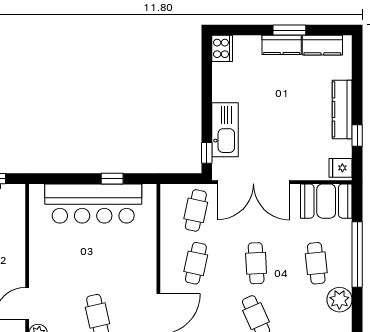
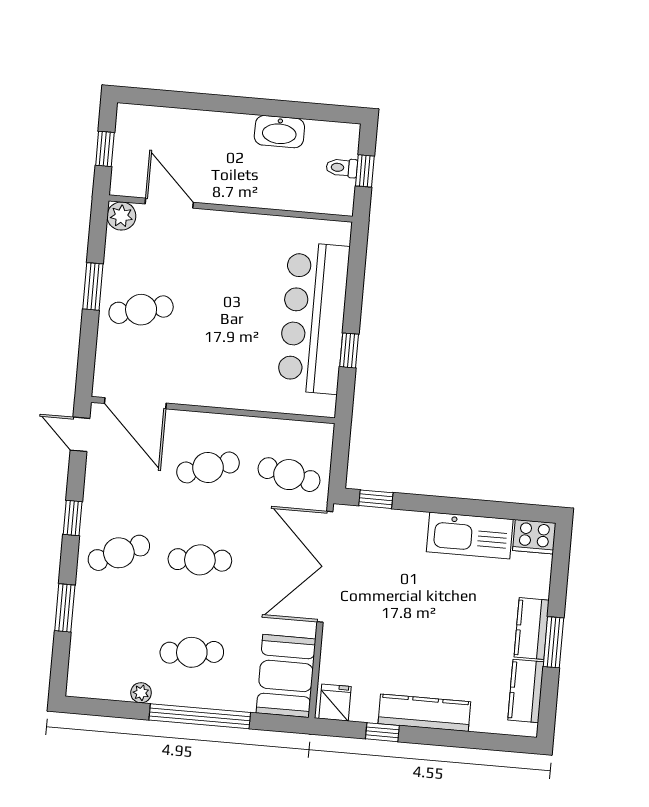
kitchen sink: (225, 130) -> (470, 536), moved
cafe table: (196, 263) -> (208, 467), turned -30
plant: (339, 300) -> (141, 693), width x0.53, depth x0.53

